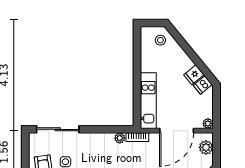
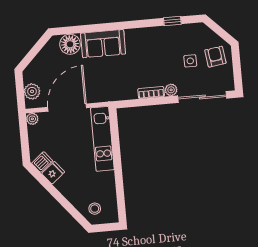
bookcase: (137, 137) -> (151, 93), moved
plant: (120, 138) -> (171, 90), moved

